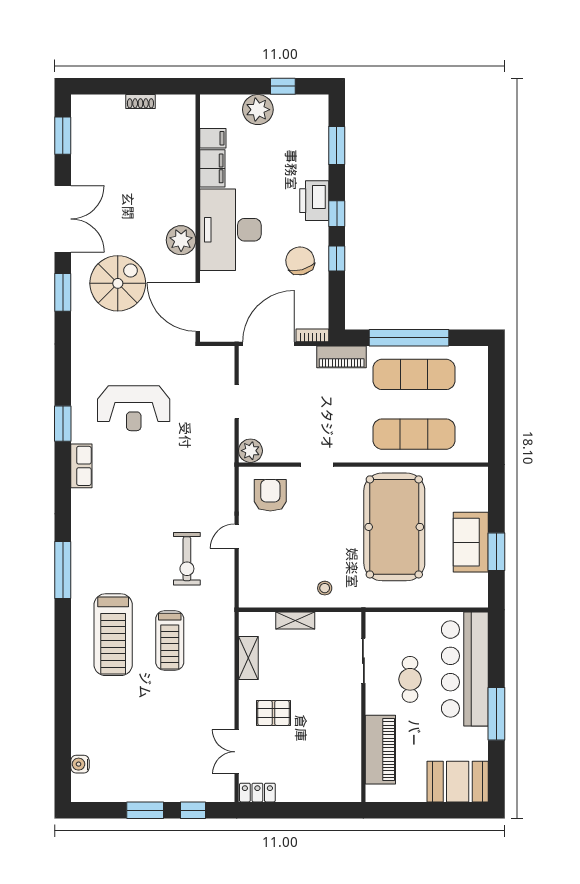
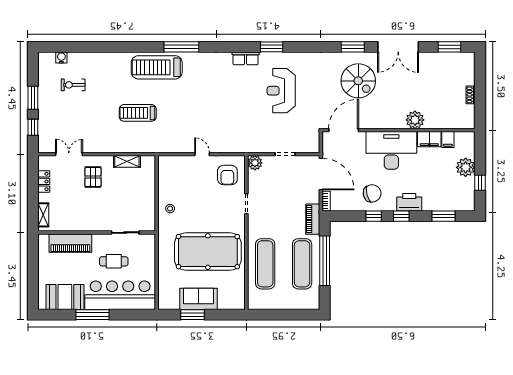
plant: (181, 240) -> (415, 120), moved
armchair: (270, 495) -> (227, 175), turned 90
exercise bike: (187, 559) -> (73, 85), moved, width x0.73, depth x0.72
shelving: (295, 621) -> (43, 215), moved
treadmill: (113, 635) -> (157, 67), moved
booth: (458, 782) -> (65, 297), moved, turned 90
locker: (257, 793) -> (44, 181), moved

